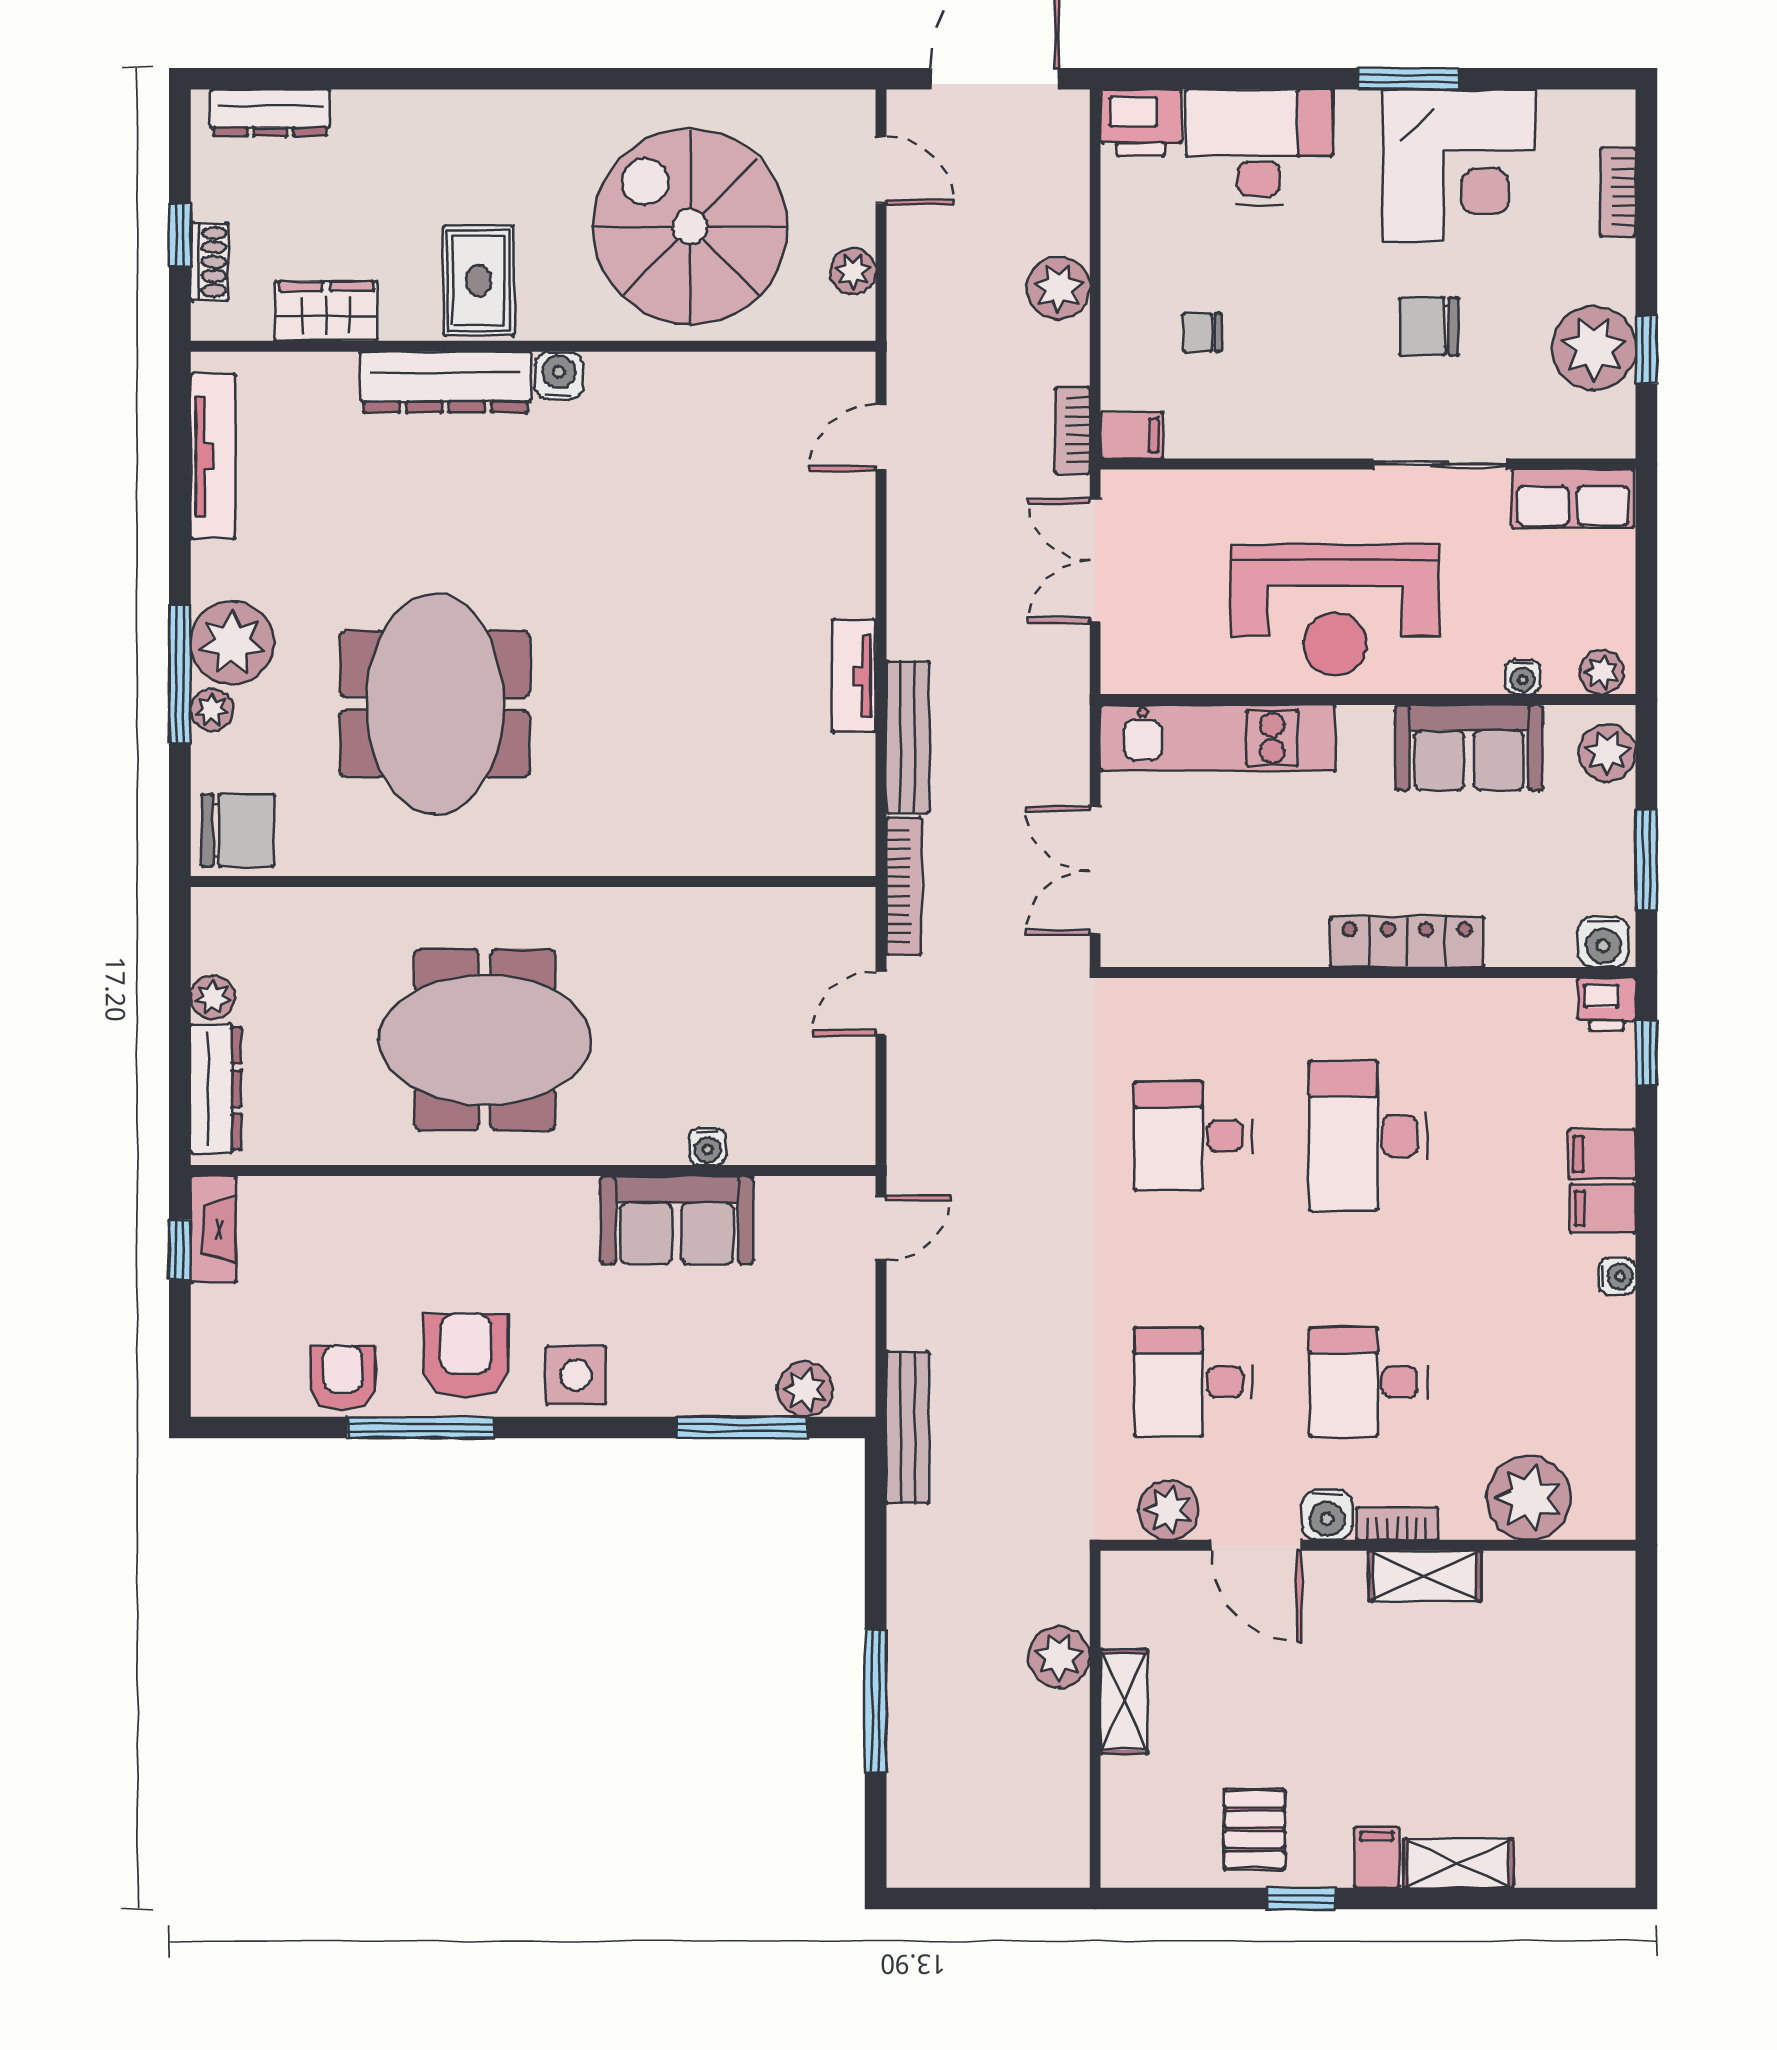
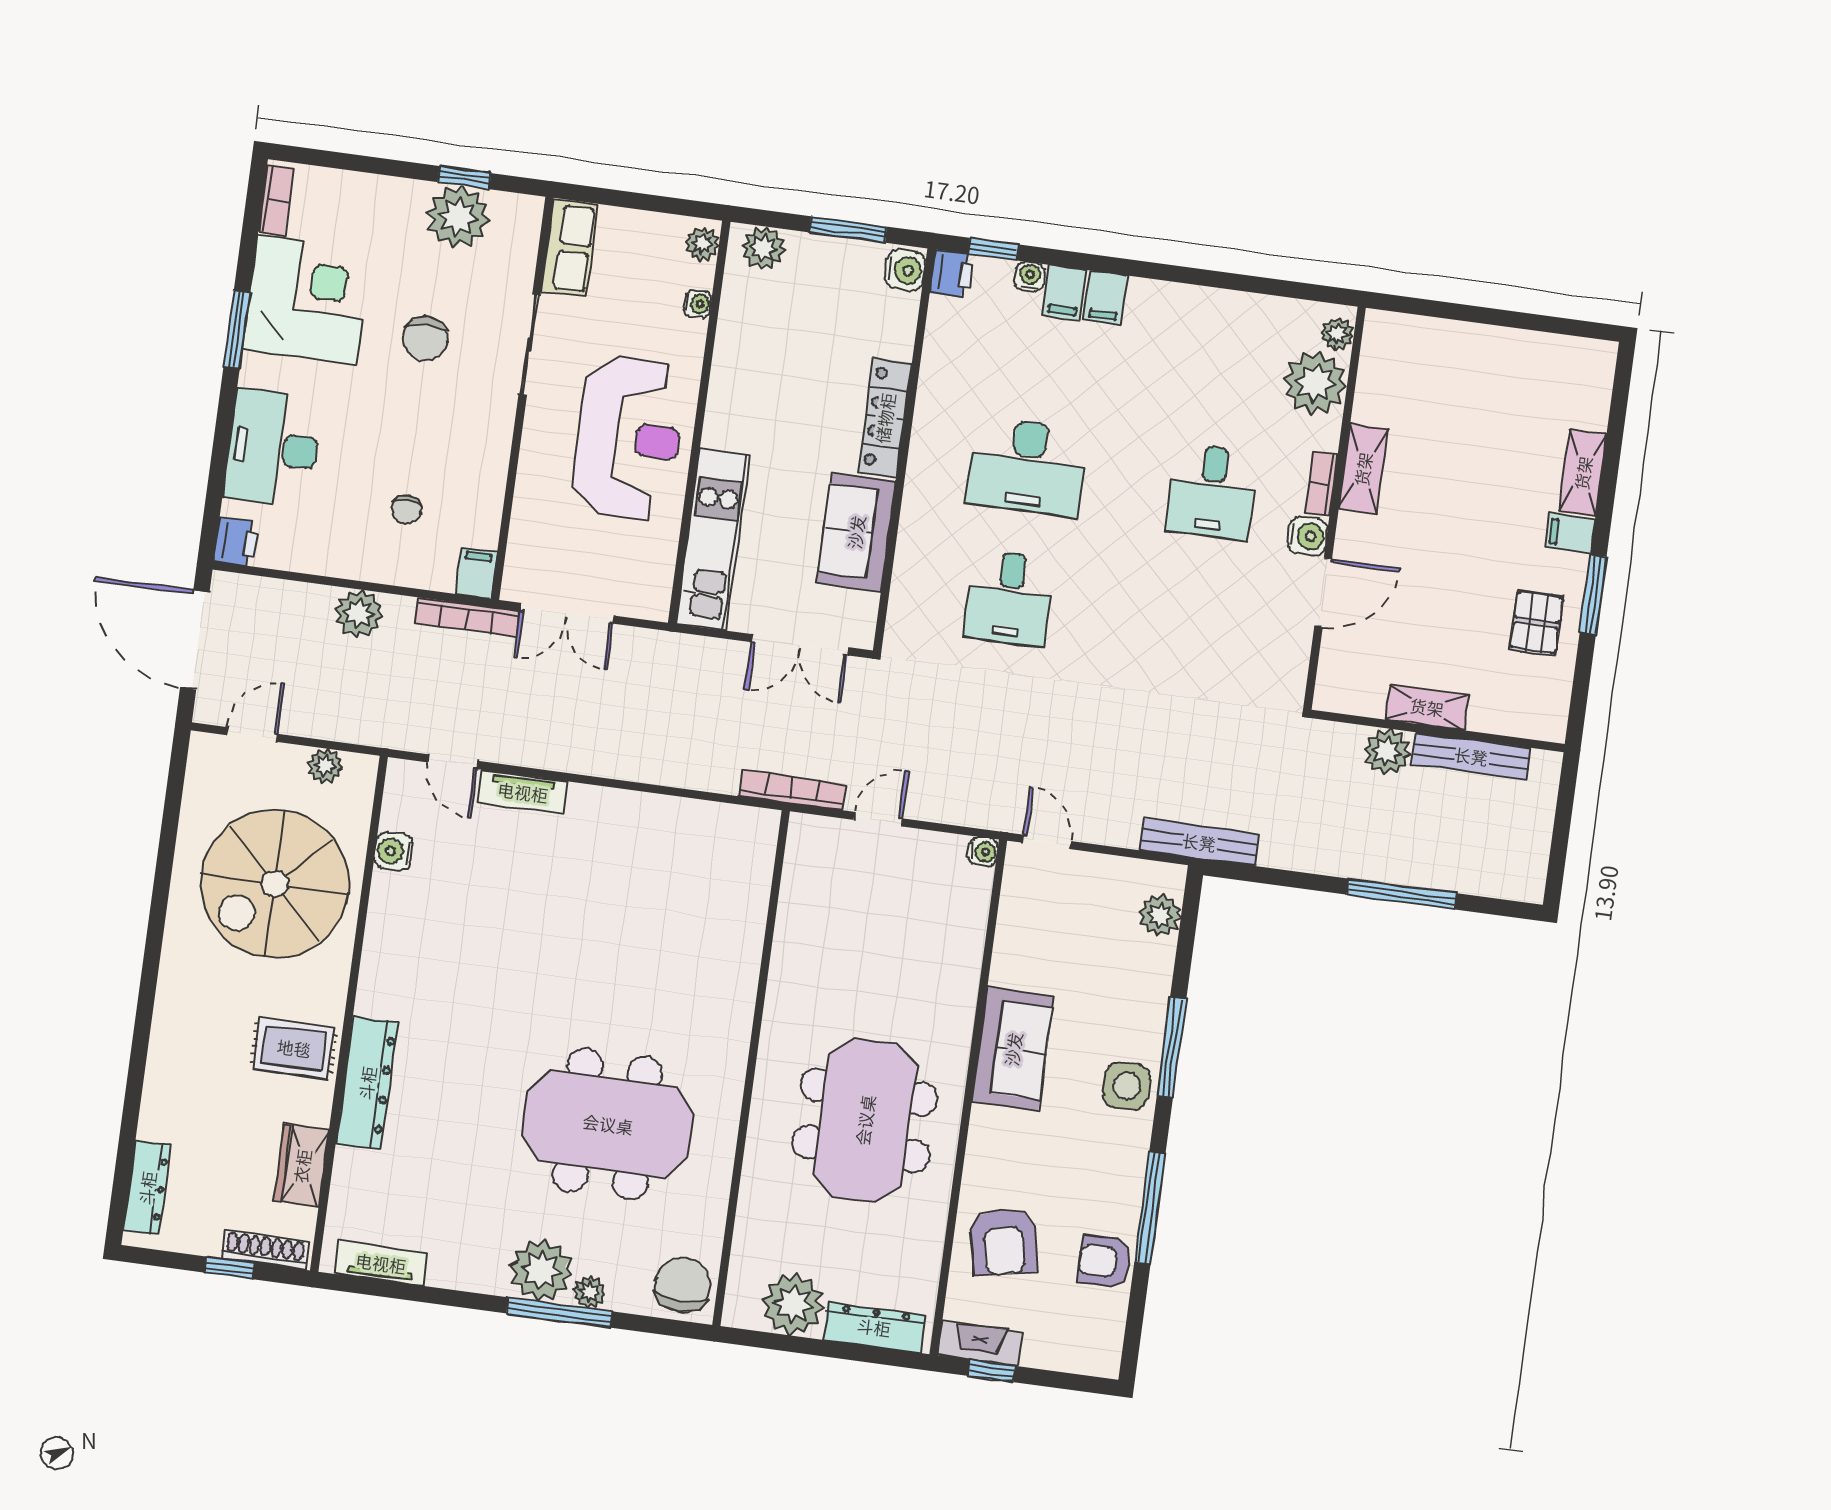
printer: (1141, 123) -> (237, 542), width x0.73, depth x0.81
bookcase: (1618, 192) -> (276, 200), moved, turned -90
shoe rack: (210, 262) -> (265, 1250), width x1.43
water cooler: (559, 376) -> (393, 851), moved
bookcase: (1072, 430) -> (467, 617), width x1.56
tv unit: (213, 456) -> (381, 1263), width x0.71
tv unit: (854, 676) -> (523, 792), moved
bench: (908, 737) -> (1471, 756), moved
sofa: (1469, 748) -> (856, 532), moved, turned 180
plant: (213, 997) -> (793, 1304), width x1.88, depth x1.88
door: (881, 1003) -> (878, 819), swing flipped
water cooler: (708, 1147) -> (983, 852), moved
sofa: (677, 1220) -> (1013, 1049), moved
water cooler: (1617, 1276) -> (1030, 277), moved
armchair: (466, 1356) -> (1004, 1242), moved, turned -102
desk: (1193, 1382) -> (1194, 623), removed
window: (742, 1427) -> (1172, 1047), moved
plant: (1169, 1510) -> (1337, 334), moved, width x0.73, depth x0.73
pallet: (1254, 1829) -> (1536, 622), turned 90
window: (1301, 1898) -> (1593, 594), width x1.50

